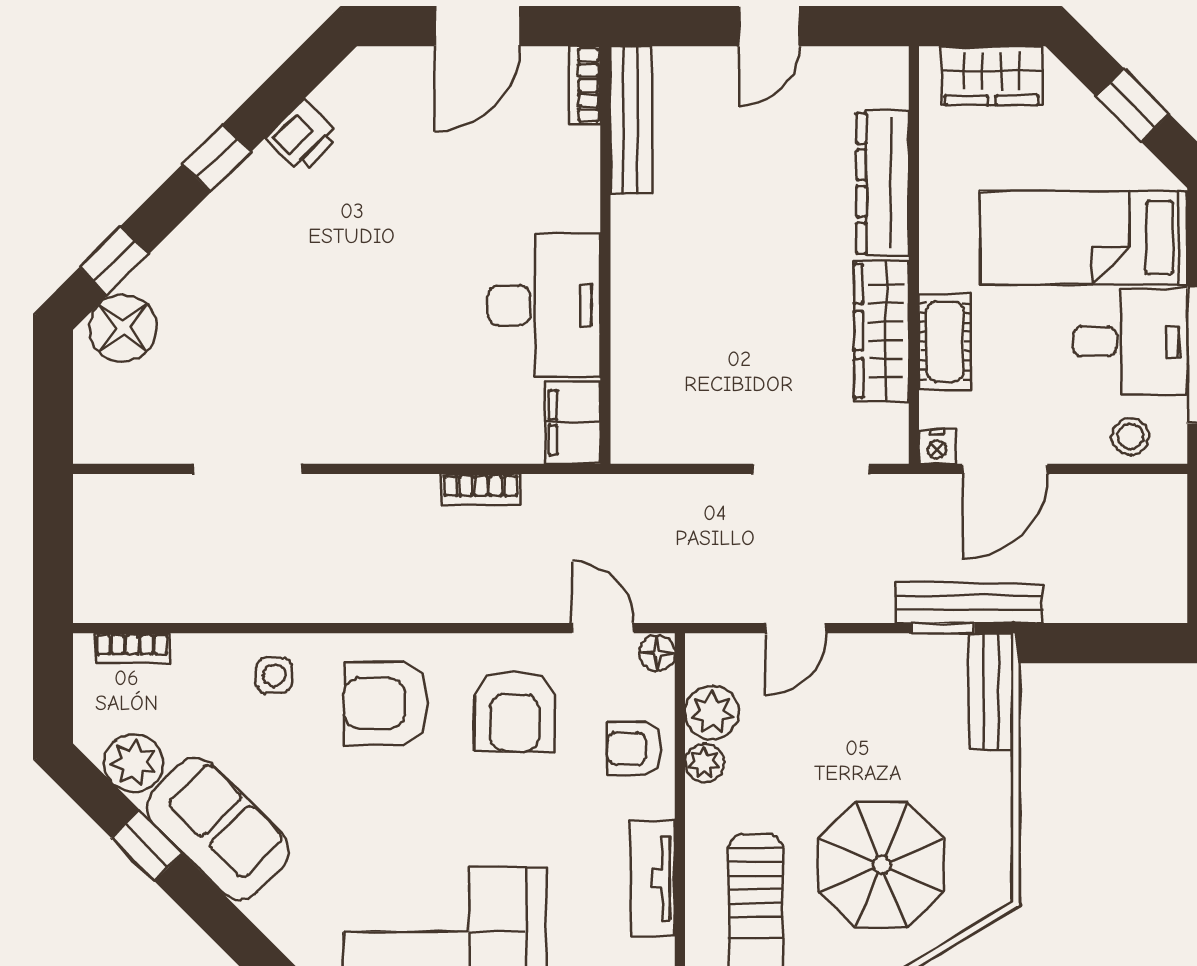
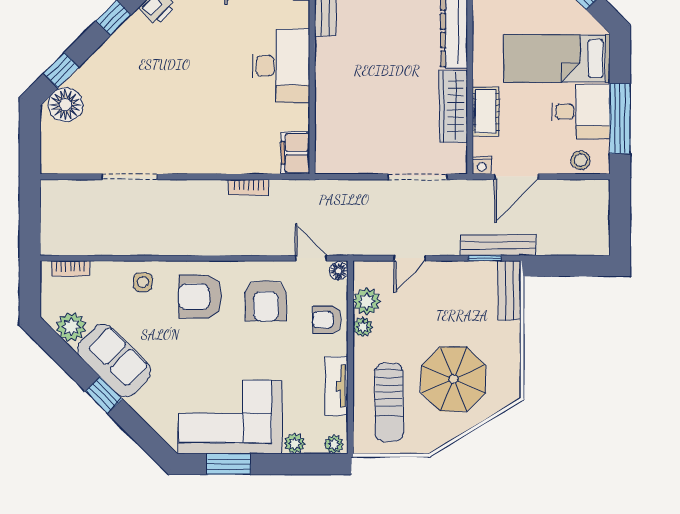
desk: (544, 305) -> (281, 66), moved
window: (147, 845) -> (104, 395), moved

